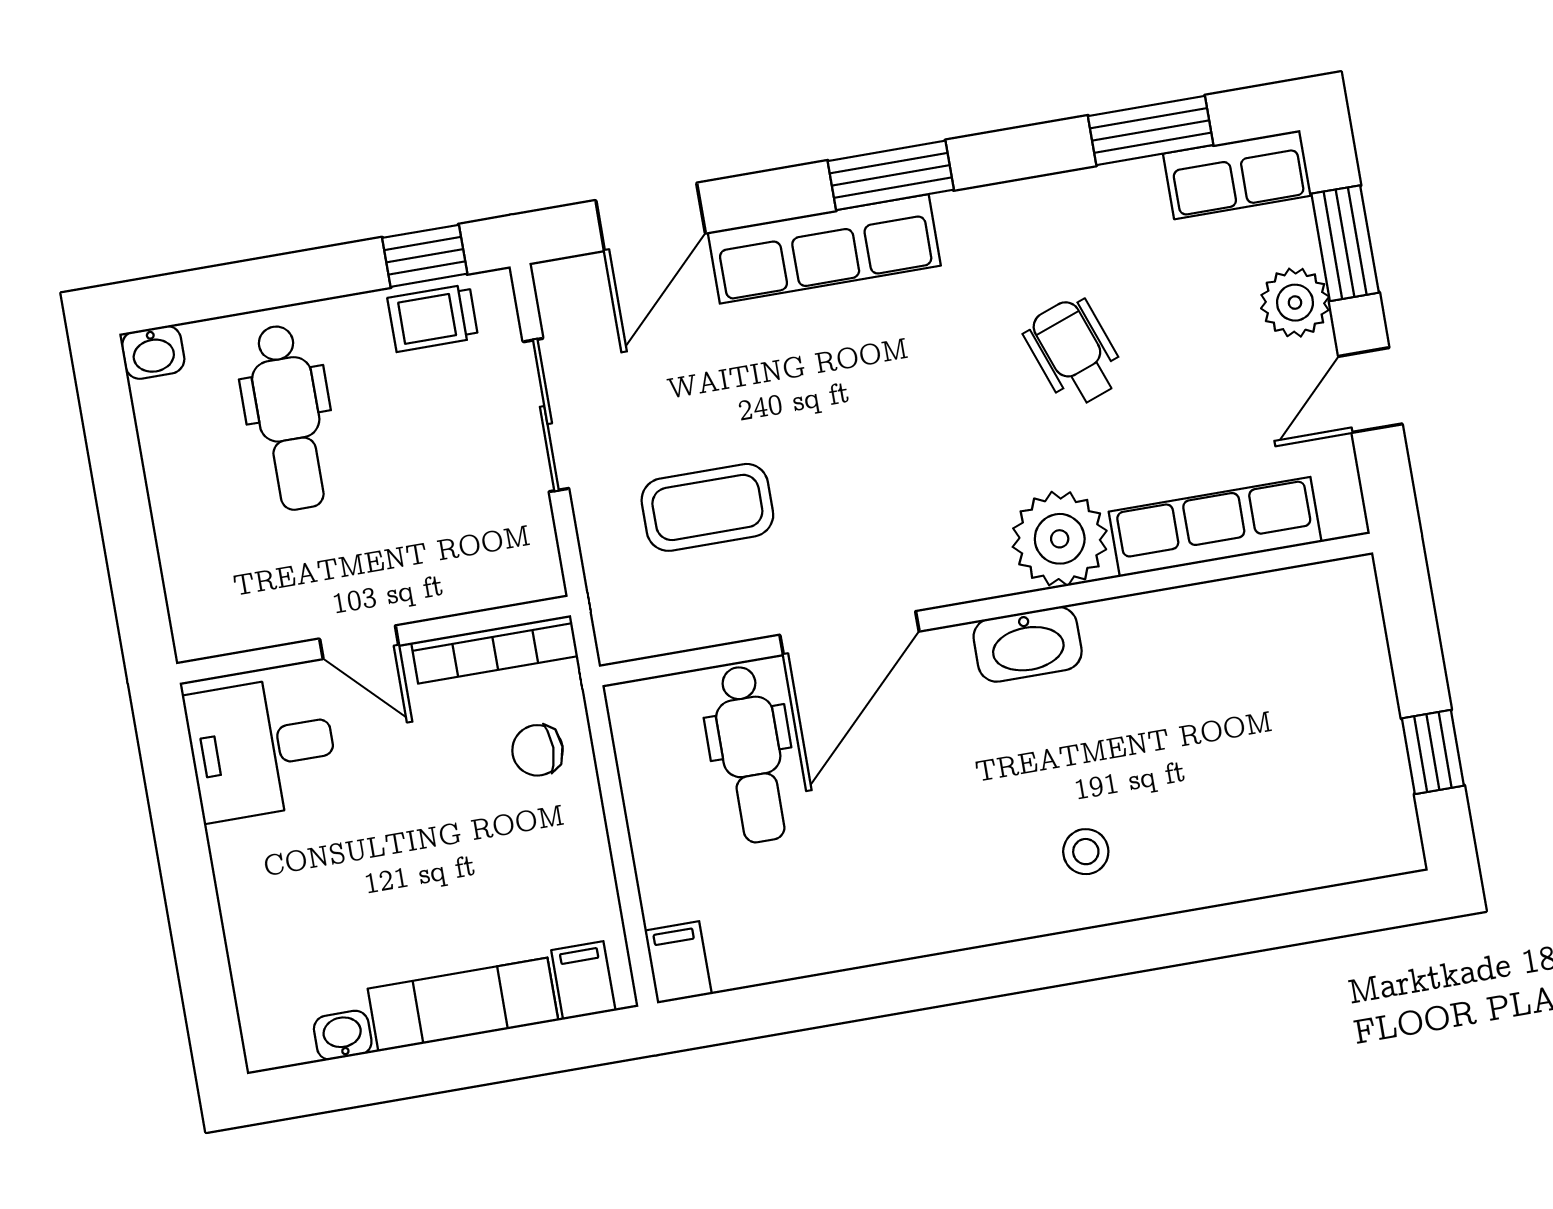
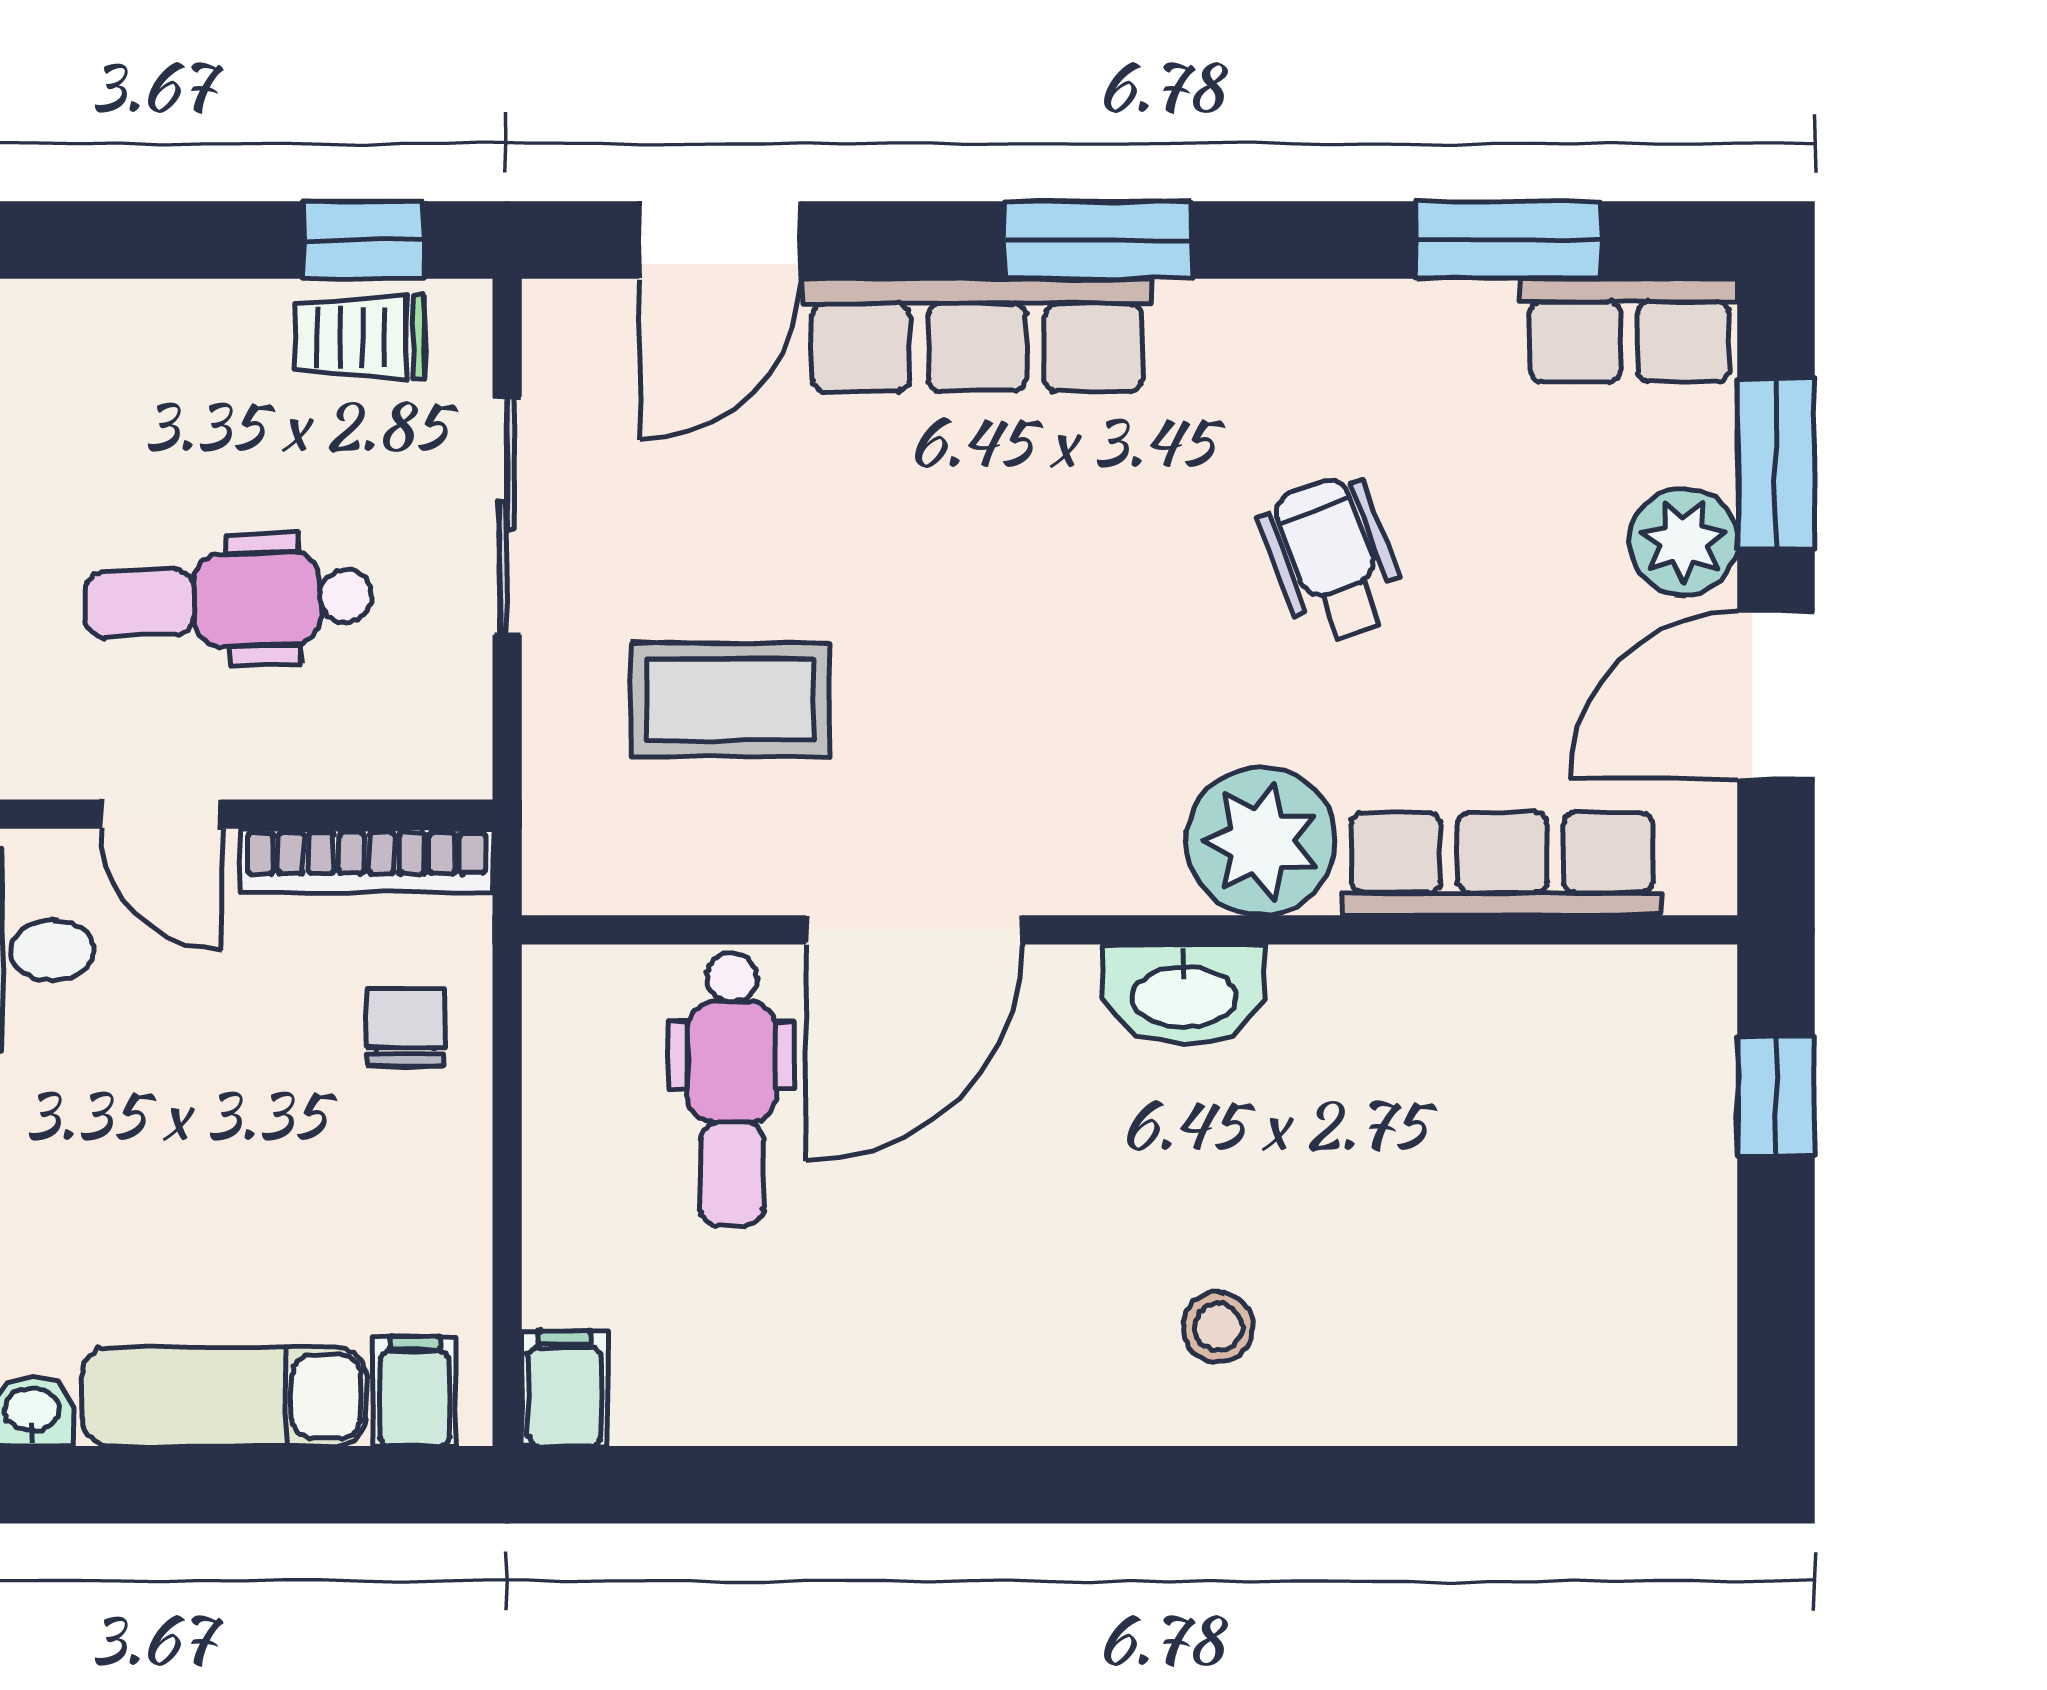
door: (1370, 390) -> (1776, 696), width x1.38
dental chair: (289, 417) -> (228, 600), moved, turned 88
chair: (537, 750) -> (406, 1027), turned 90
window: (1433, 752) -> (1776, 1096), moved

